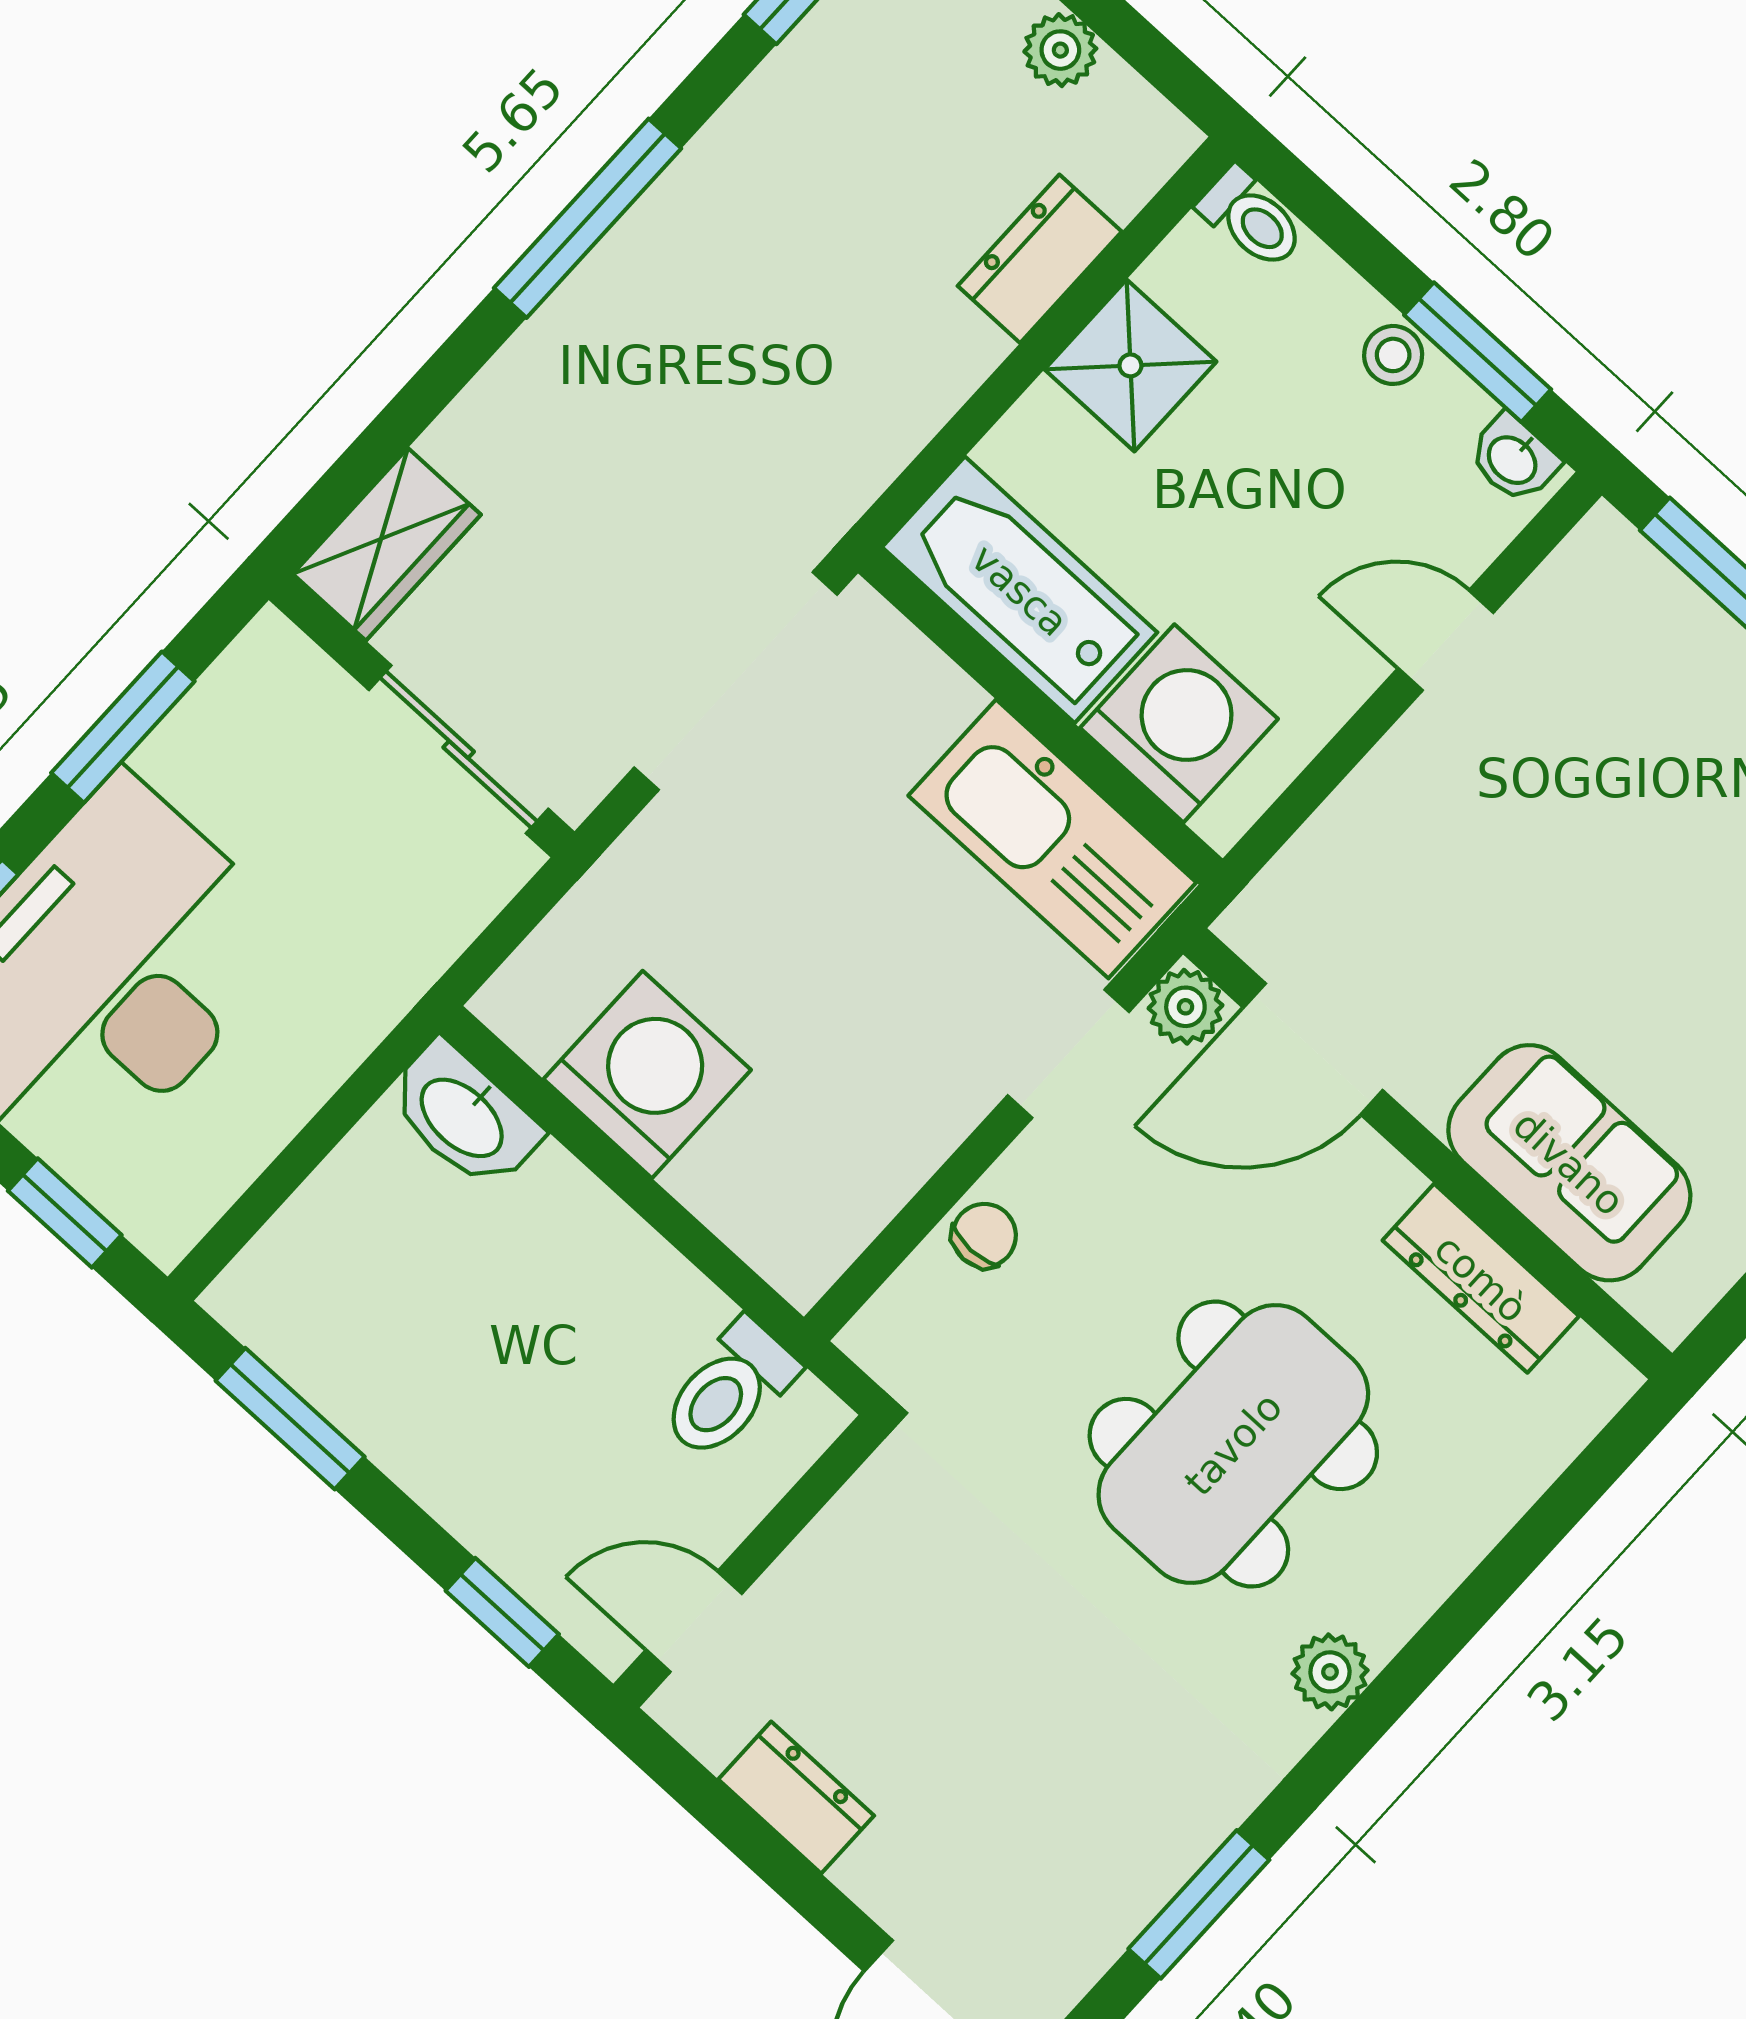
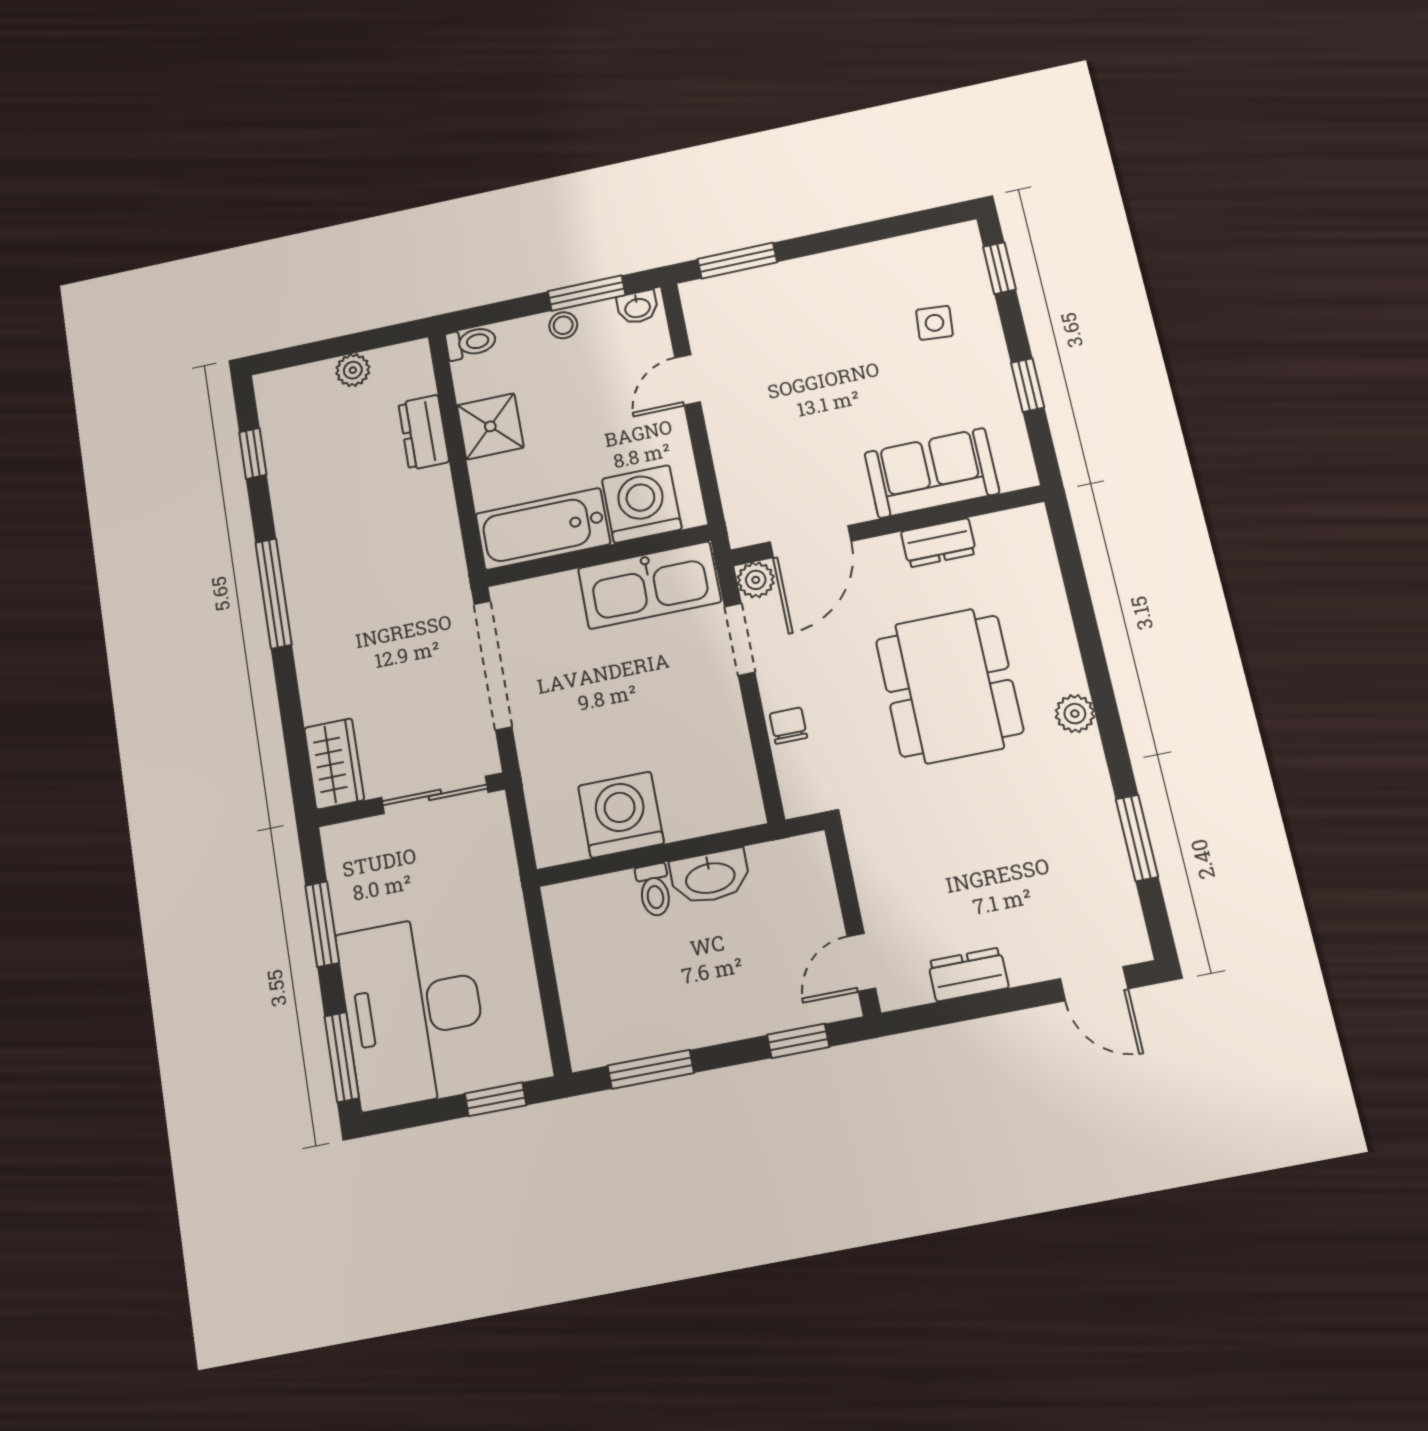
washbasin: (463, 1116) -> (710, 877), moved
dresser: (1481, 1278) -> (939, 543), width x0.70
toilet: (729, 1390) -> (654, 890), moved, width x0.73, depth x0.72

